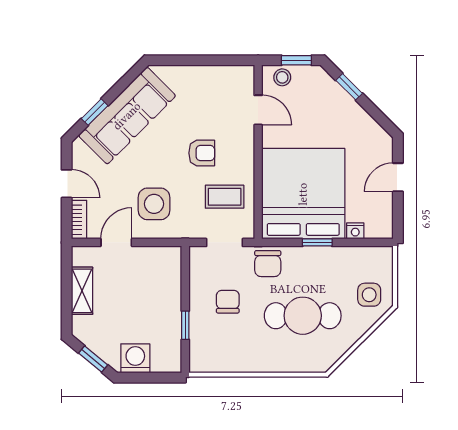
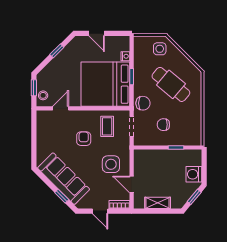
window: (349, 87) -> (57, 51), moved
door: (67, 184) -> (100, 211), swing flipped
cafe table: (303, 316) -> (171, 84), turned -50

